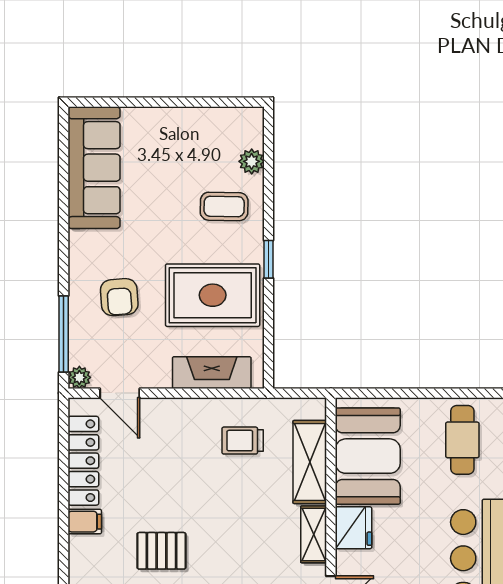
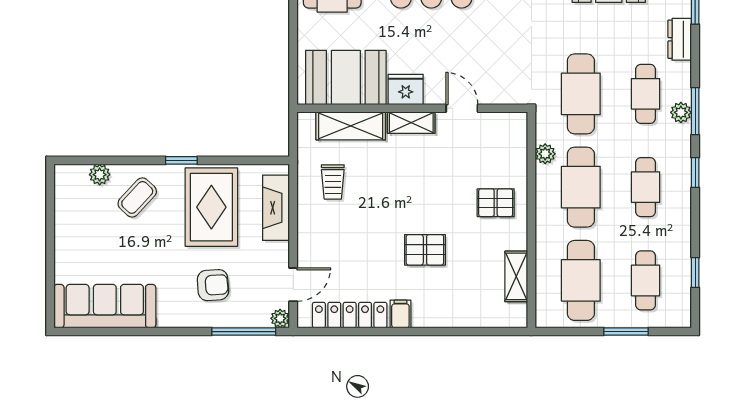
coffee table: (224, 206) -> (137, 197), turned 42
pallet: (161, 551) -> (425, 250), turned 90

